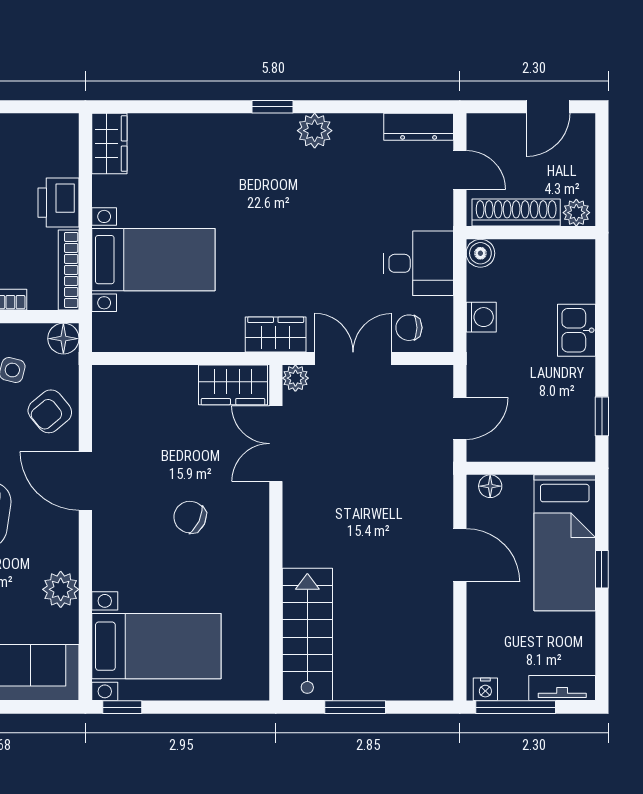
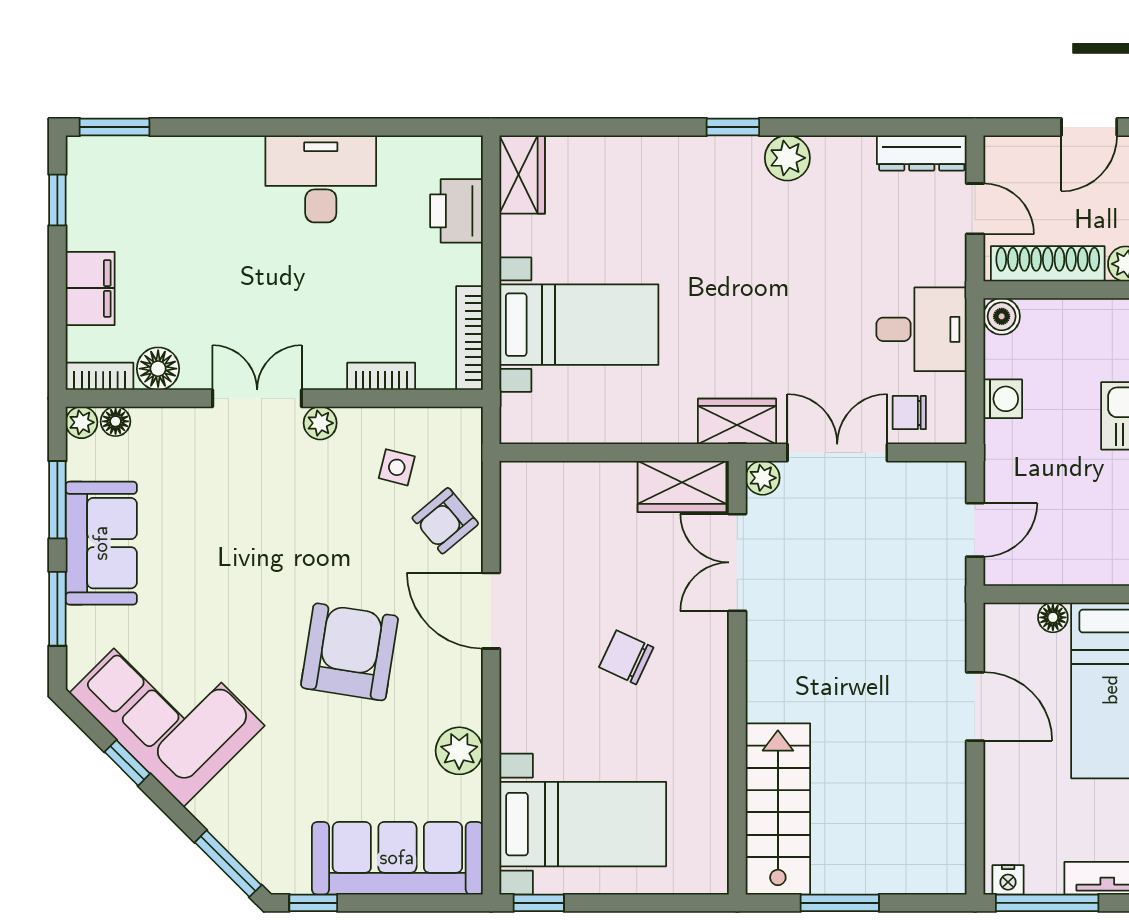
printer: (59, 203) -> (456, 211), moved
floor lamp: (63, 339) -> (463, 427), removed
floor lamp: (490, 486) -> (1053, 617), moved

